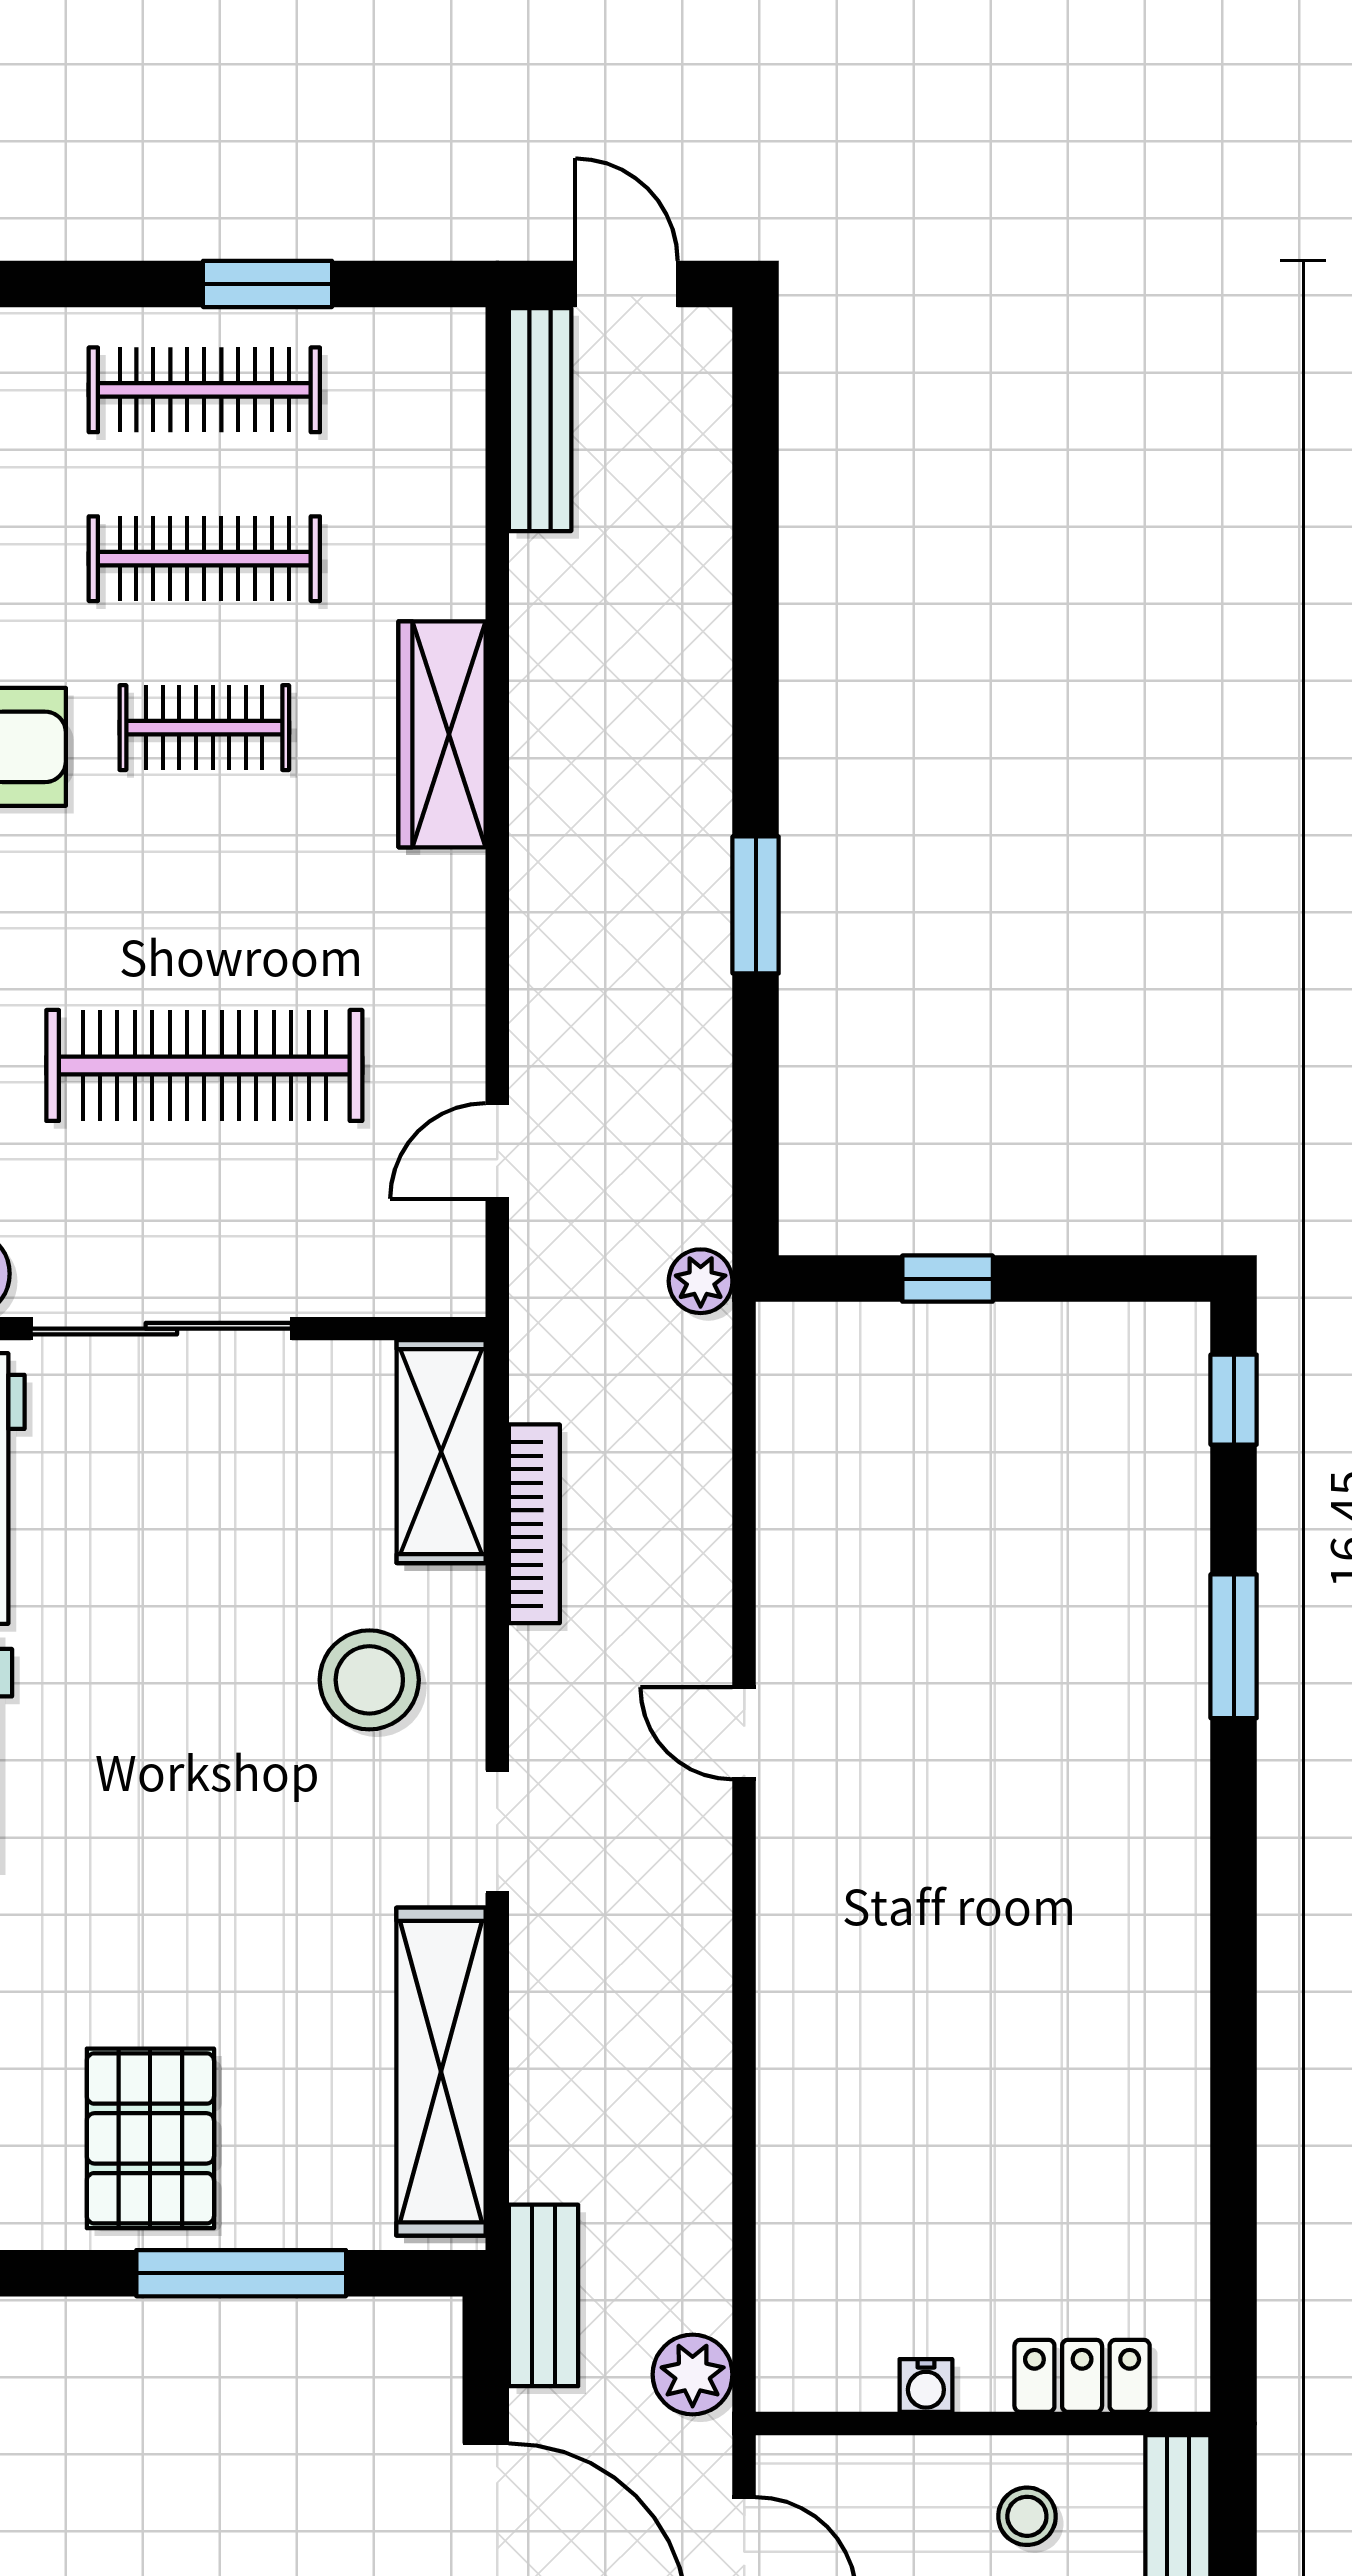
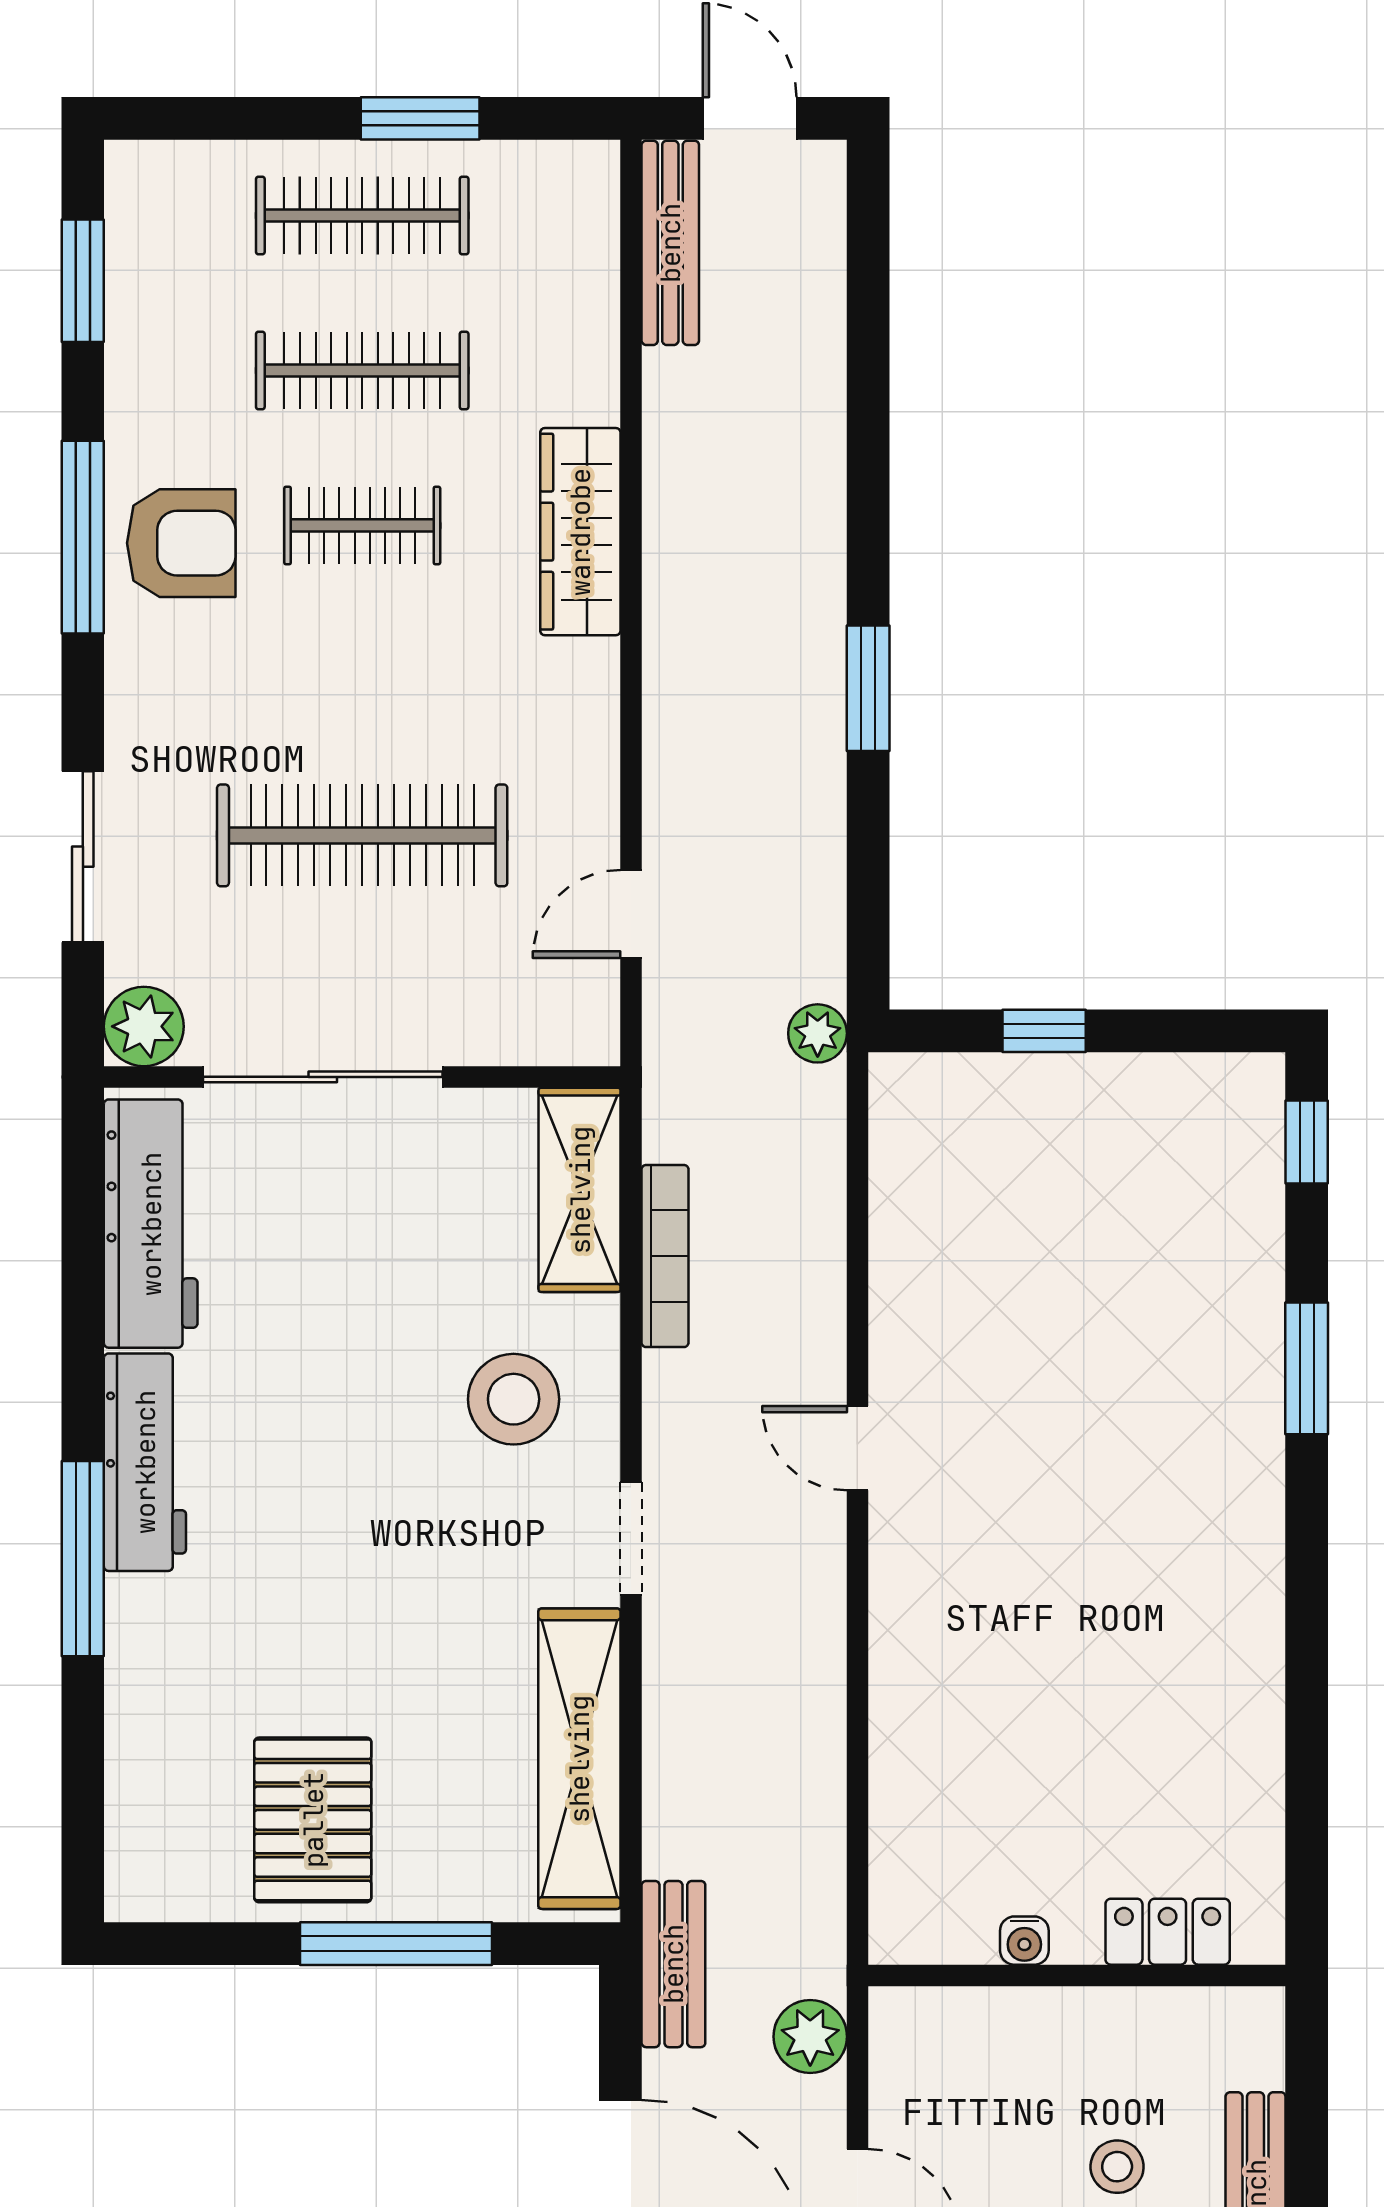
locker: (1082, 2376) -> (1168, 1932), moved
water cooler: (926, 2386) -> (1024, 1941), moved
wall: (983, 2423) -> (1077, 1975), moved

